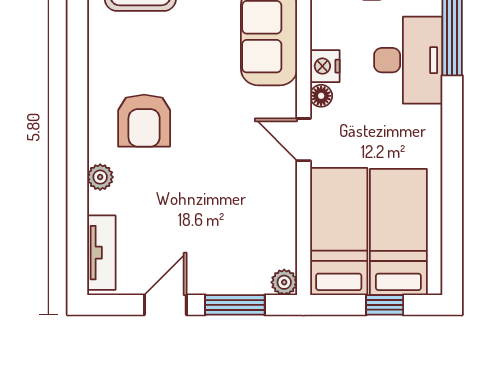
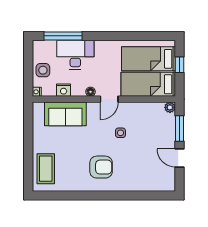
nightstand: (325, 66) -> (64, 90), moved
side table: (225, 166) -> (120, 133), added
plant: (100, 177) -> (125, 186), removed
tv unit: (101, 253) -> (157, 185), removed

